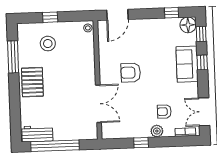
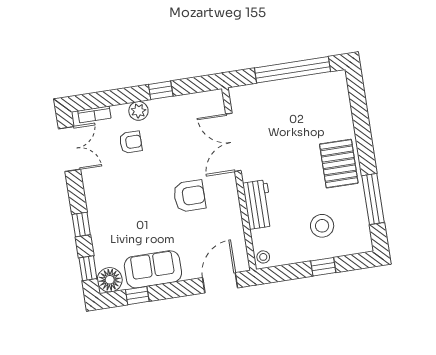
sofa: (187, 64) -> (153, 269), moved, turned -90
workbench: (37, 134) -> (258, 205), moved, turned -90

